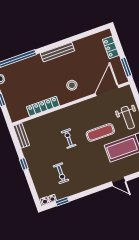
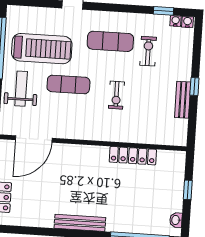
stool: (72, 85) -> (80, 168), removed
bench: (21, 136) -> (183, 100), moved
exercise mat: (86, 169) -> (110, 41), added

